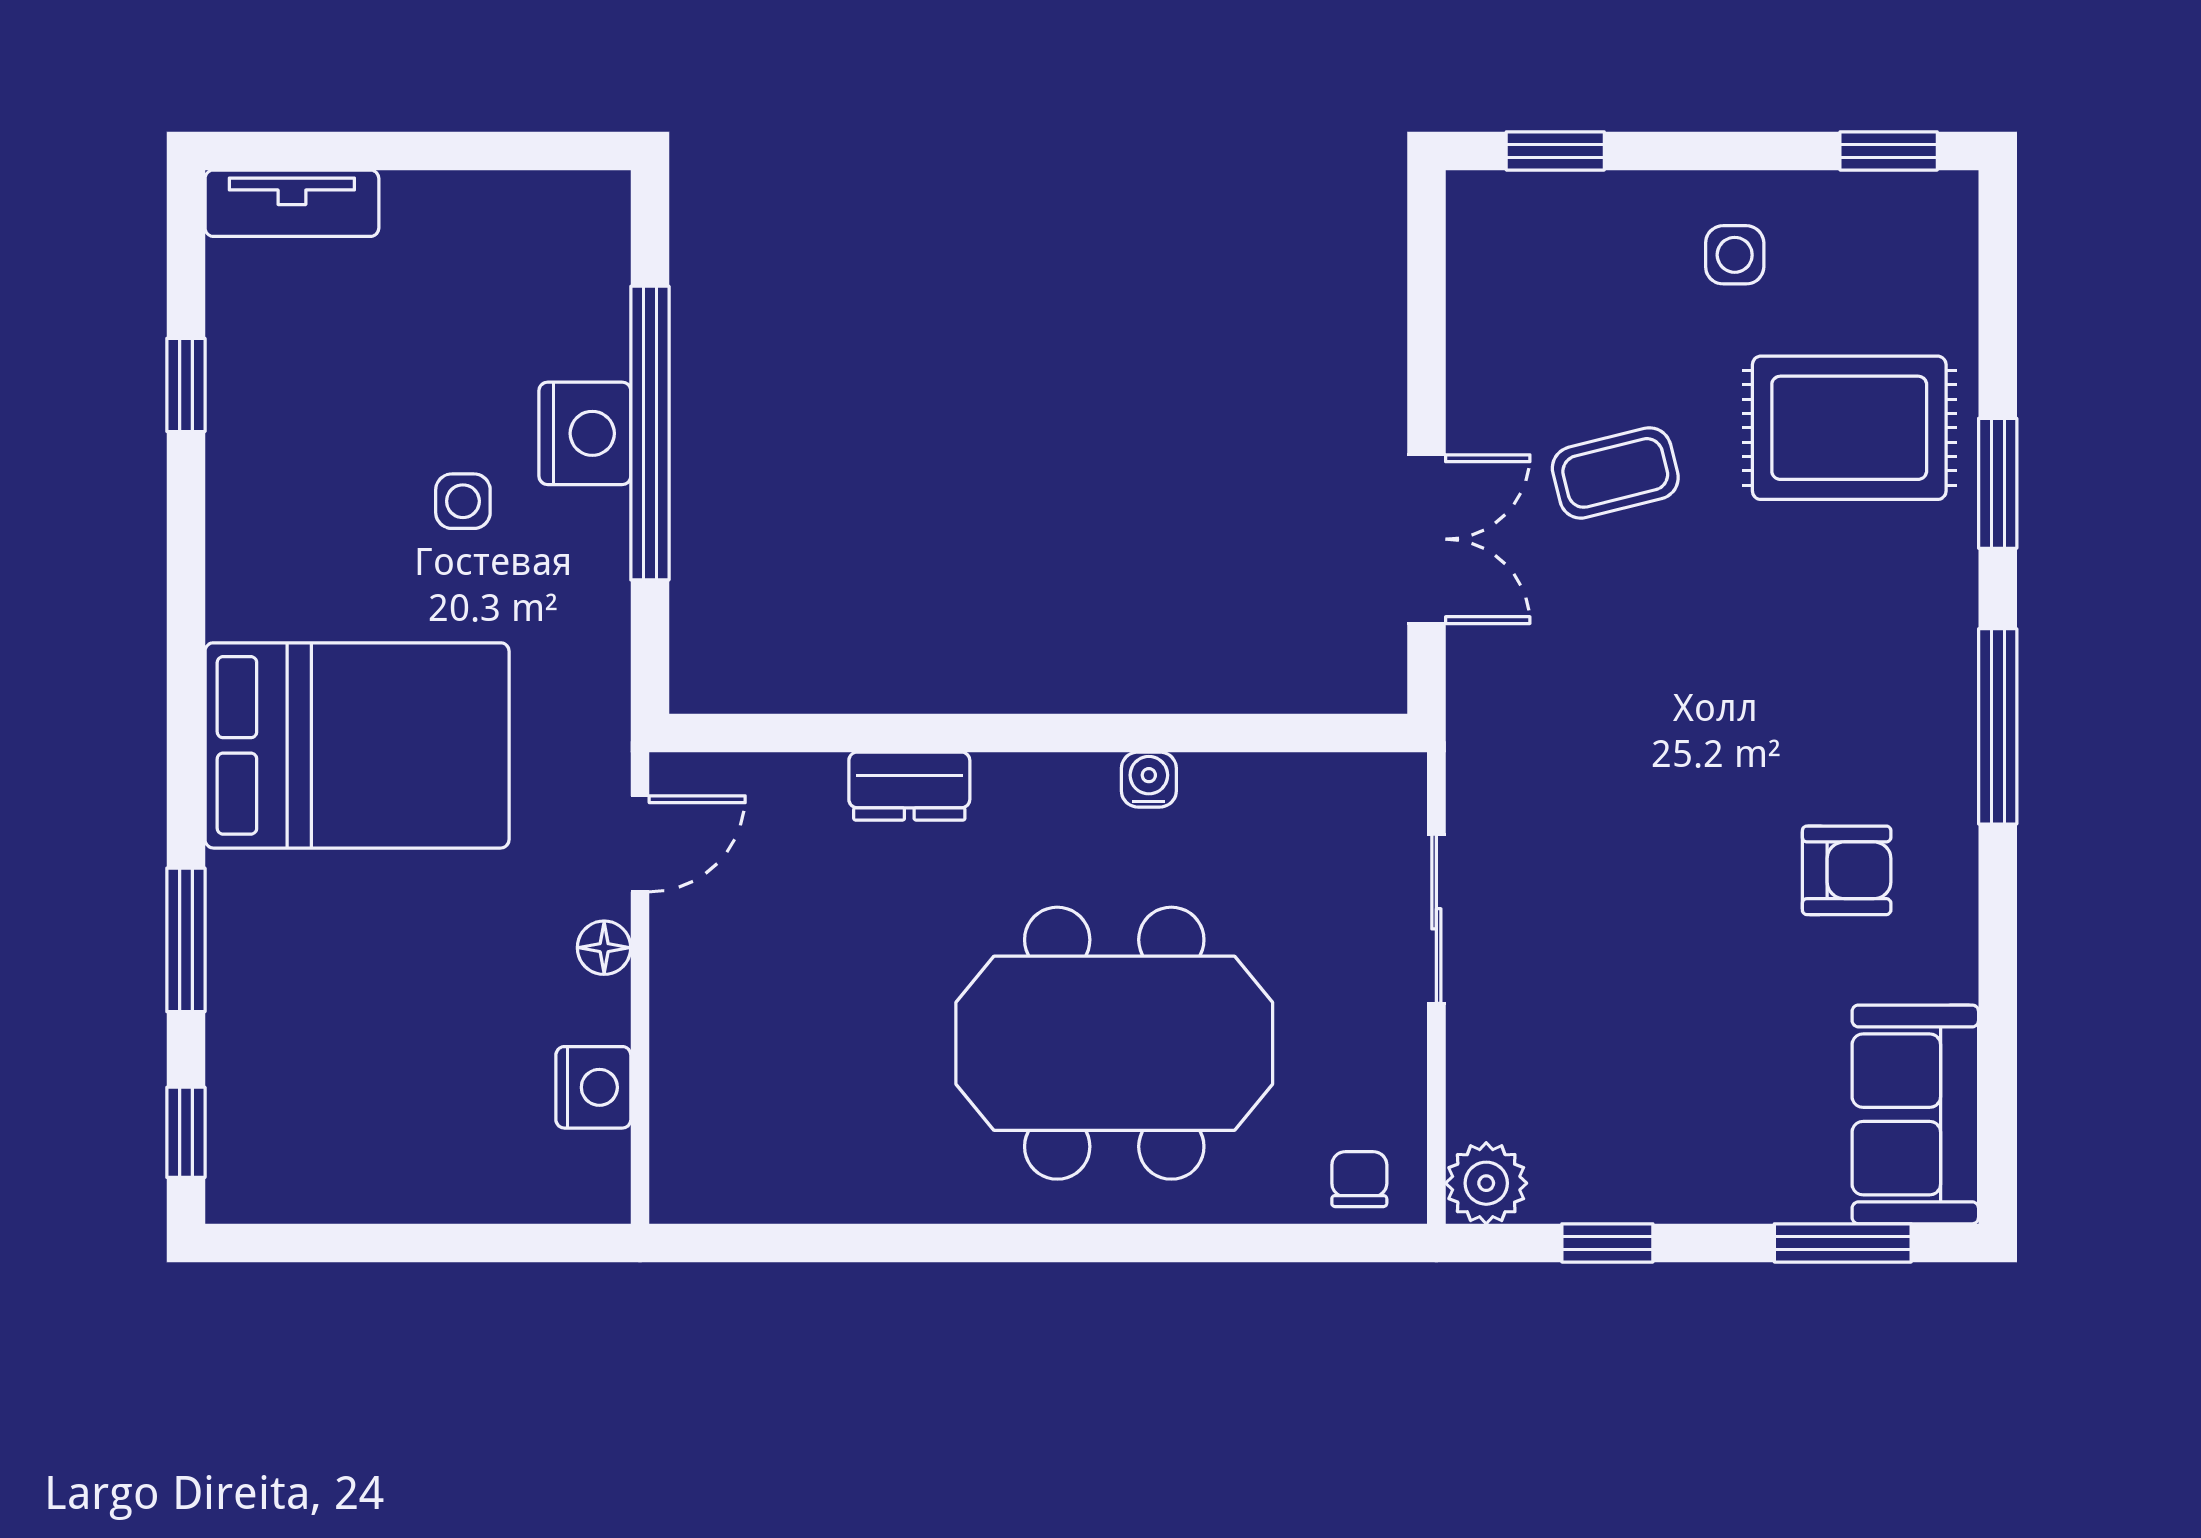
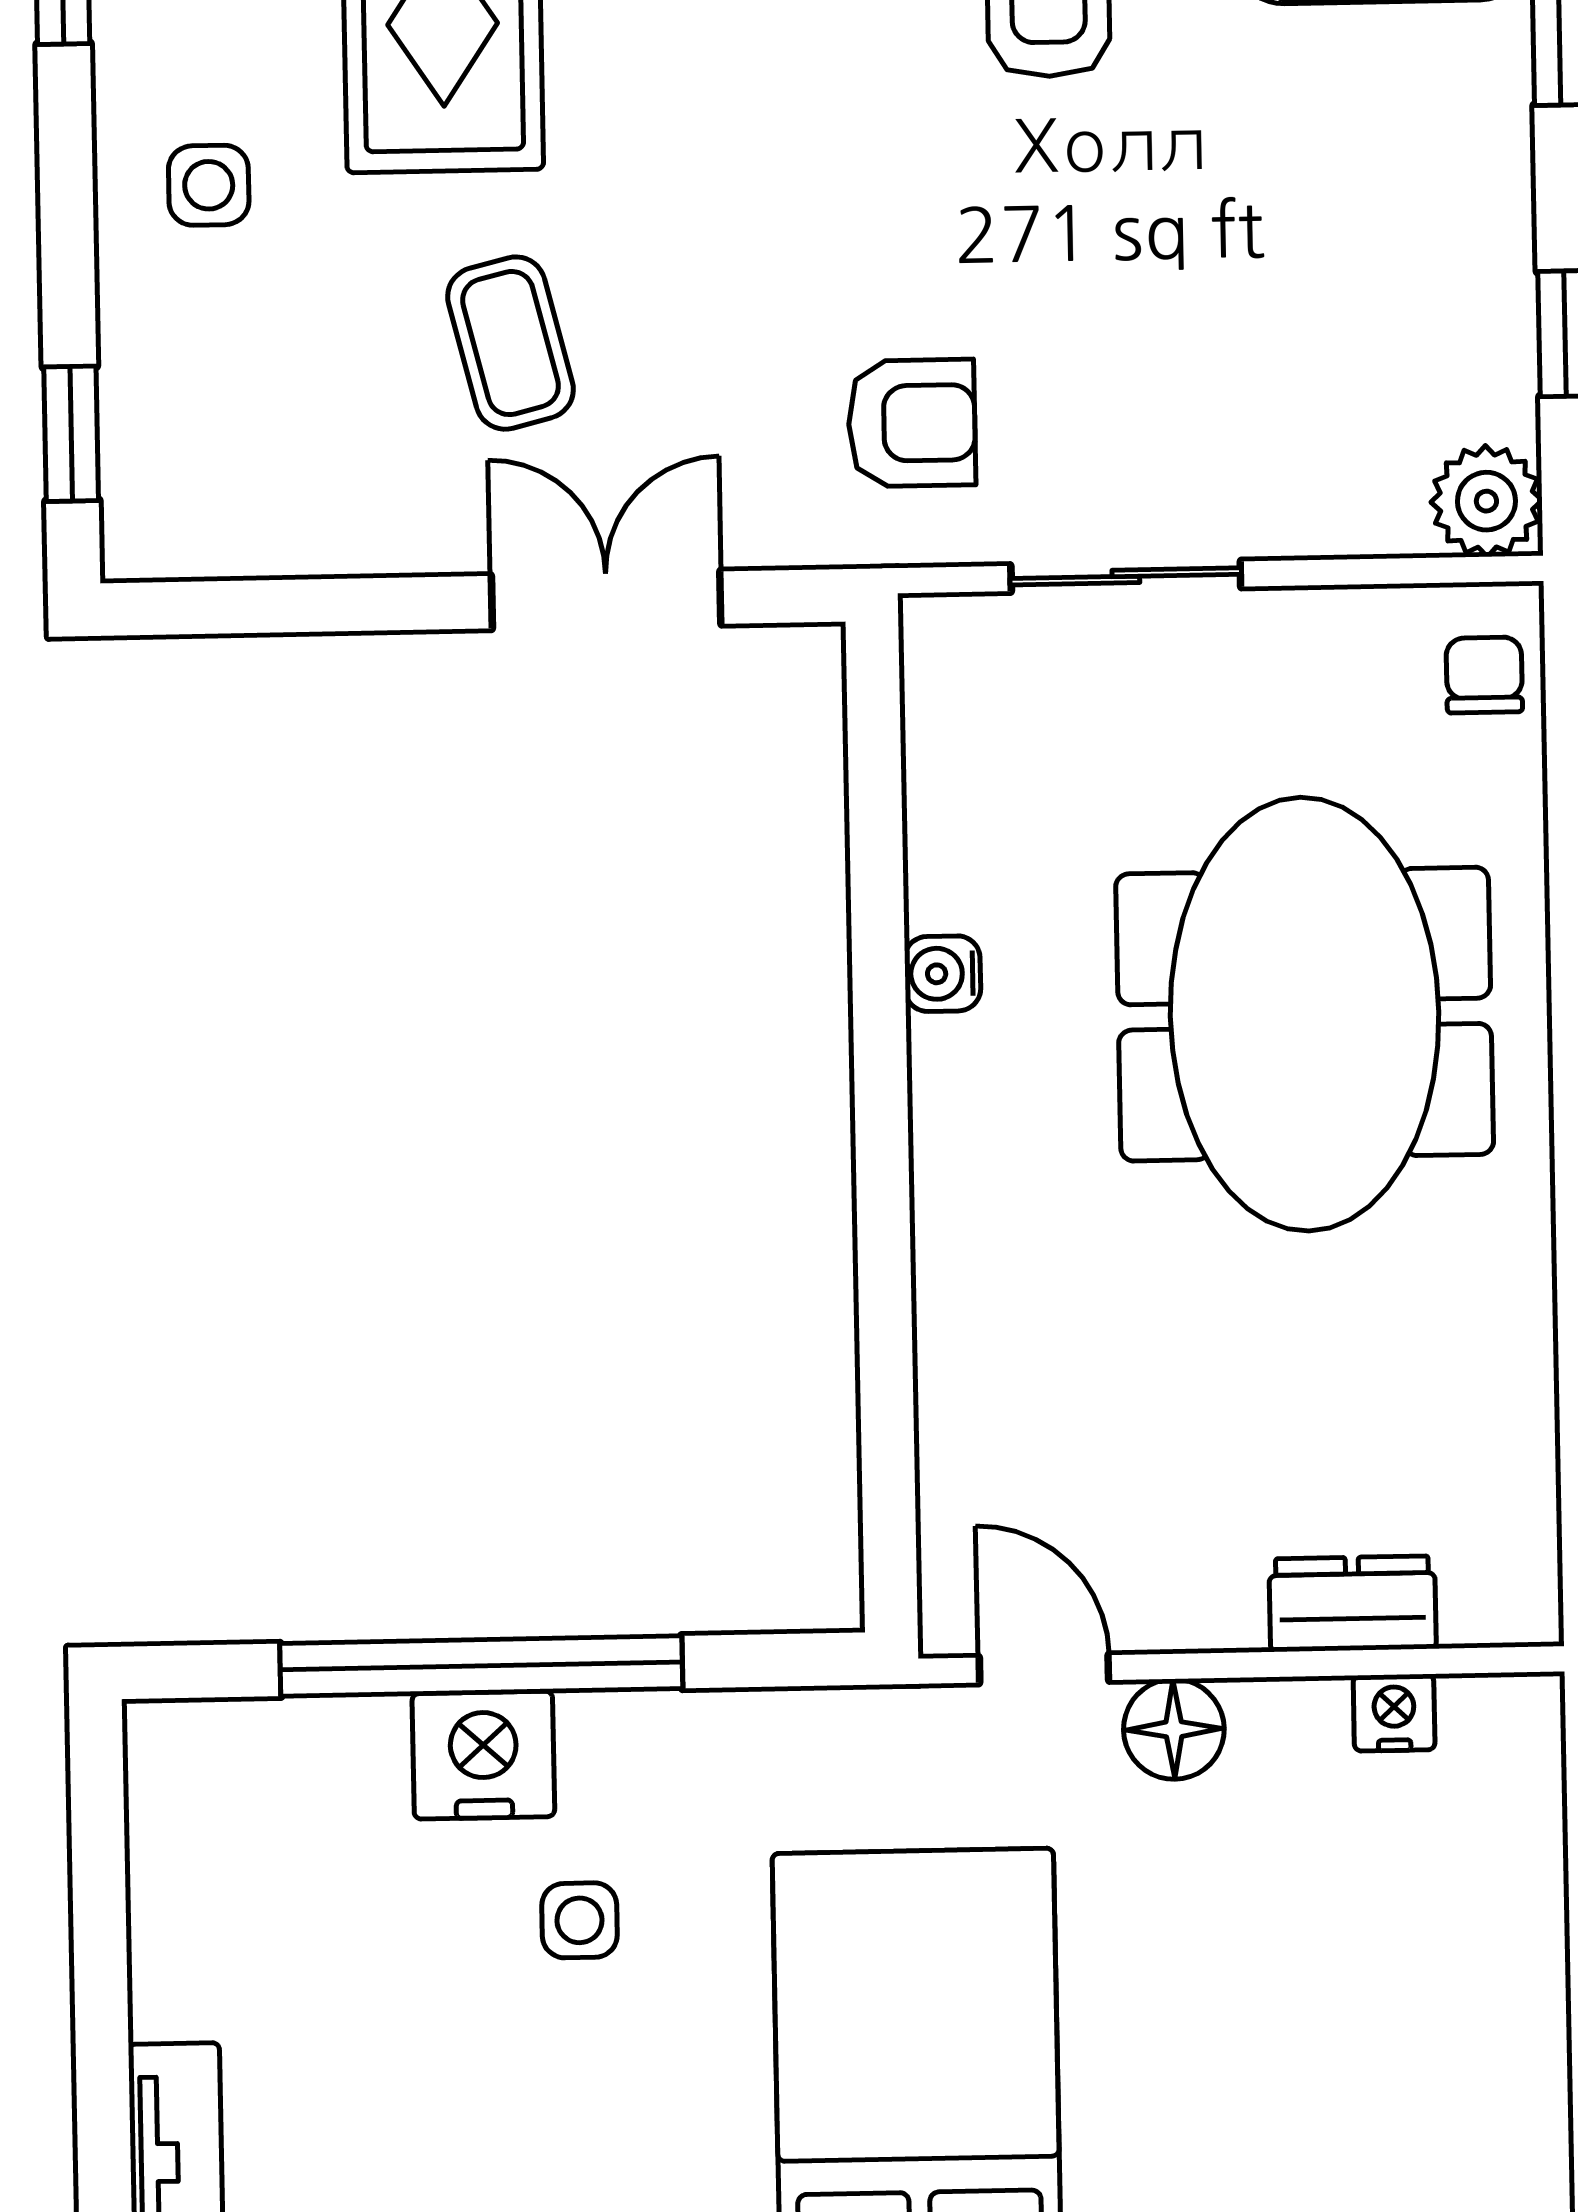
armchair: (1551, 765) -> (912, 423), added
dresser: (909, 786) -> (1353, 1604), moved, turned -90
floor lamp: (604, 948) -> (1174, 1729), width x1.37, depth x1.37
nightstand: (593, 1087) -> (1394, 1713), width x0.72, depth x0.74
chair: (1359, 1179) -> (1484, 675), turned 90

